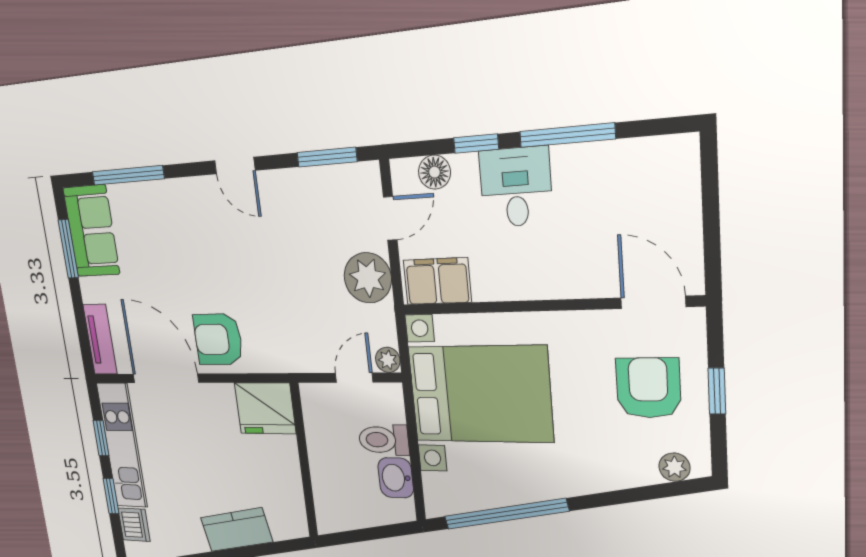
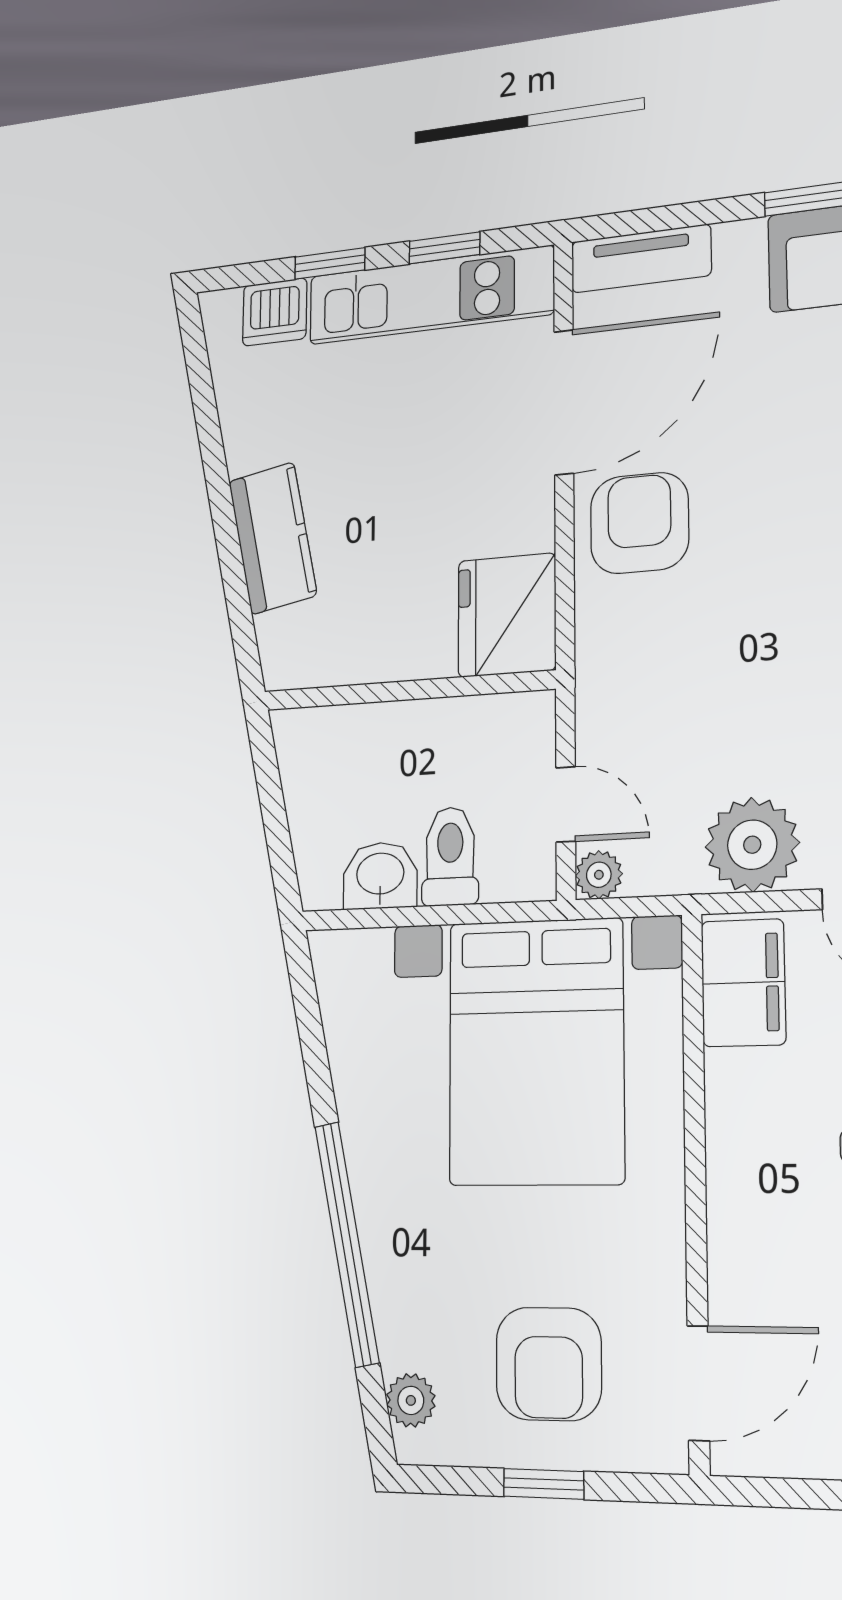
armchair: (648, 388) -> (549, 1364), turned 90
window: (506, 514) -> (347, 1244), moved

